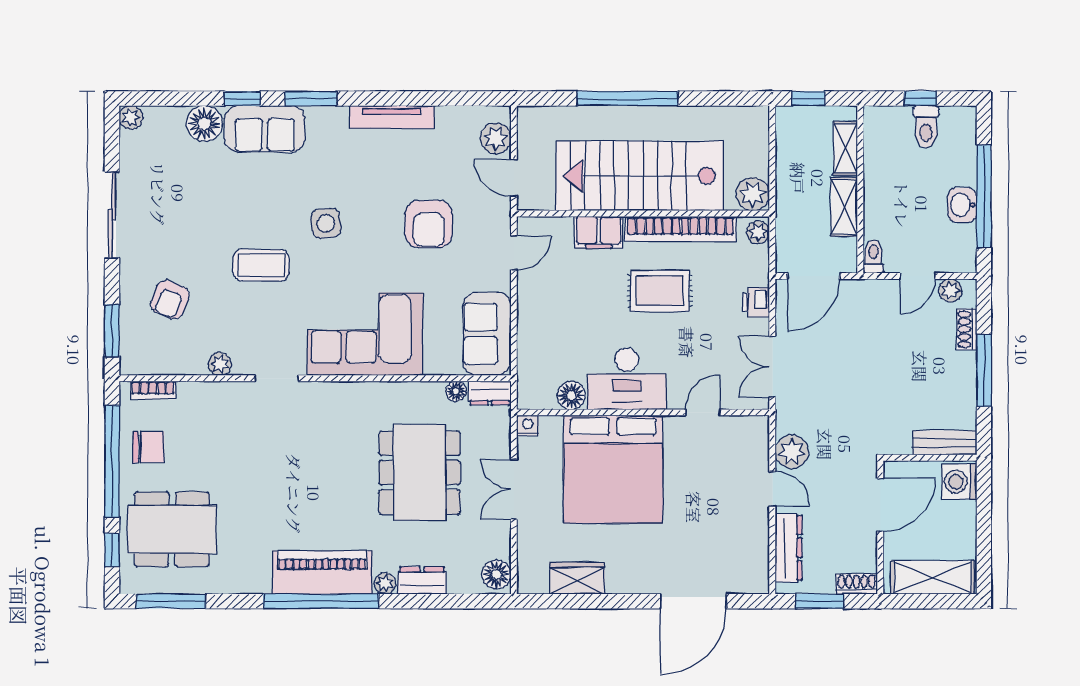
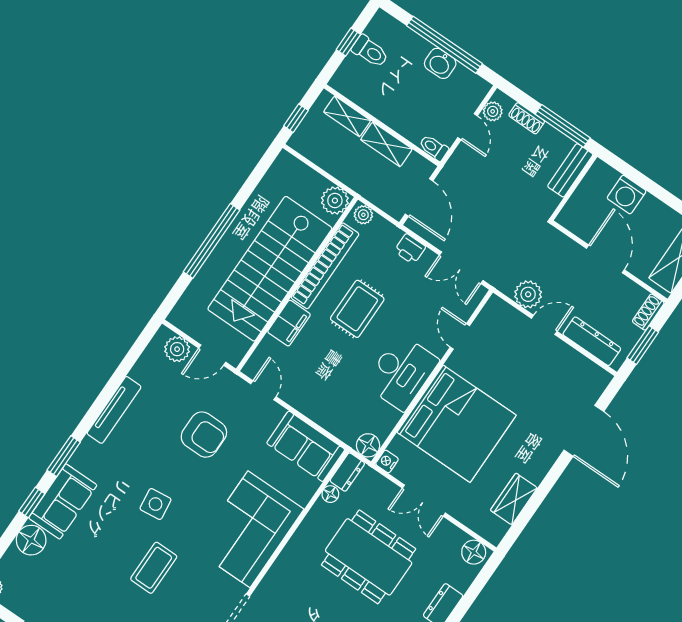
floor lamp: (571, 395) -> (368, 445), moved
bench: (945, 443) -> (570, 170), moved
wall: (930, 458) -> (574, 187), moved

